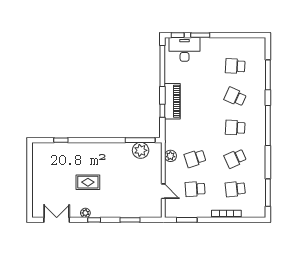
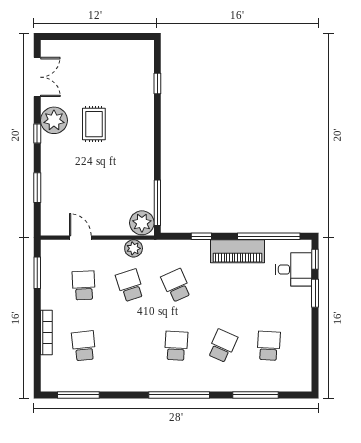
desk: (185, 49) -> (294, 269), width x0.73
piano: (172, 101) -> (237, 251), moved
plant: (141, 150) -> (142, 223), moved
school desk: (235, 158) -> (176, 285), moved
door: (163, 191) -> (80, 238), swing flipped
plant: (85, 213) -> (54, 120), width x1.88, depth x1.88

